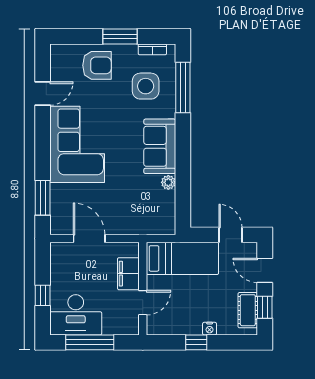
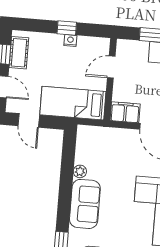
filing cabinet: (128, 274) -> (125, 112), moved, turned -90
nightstand: (210, 329) -> (70, 41), moved

